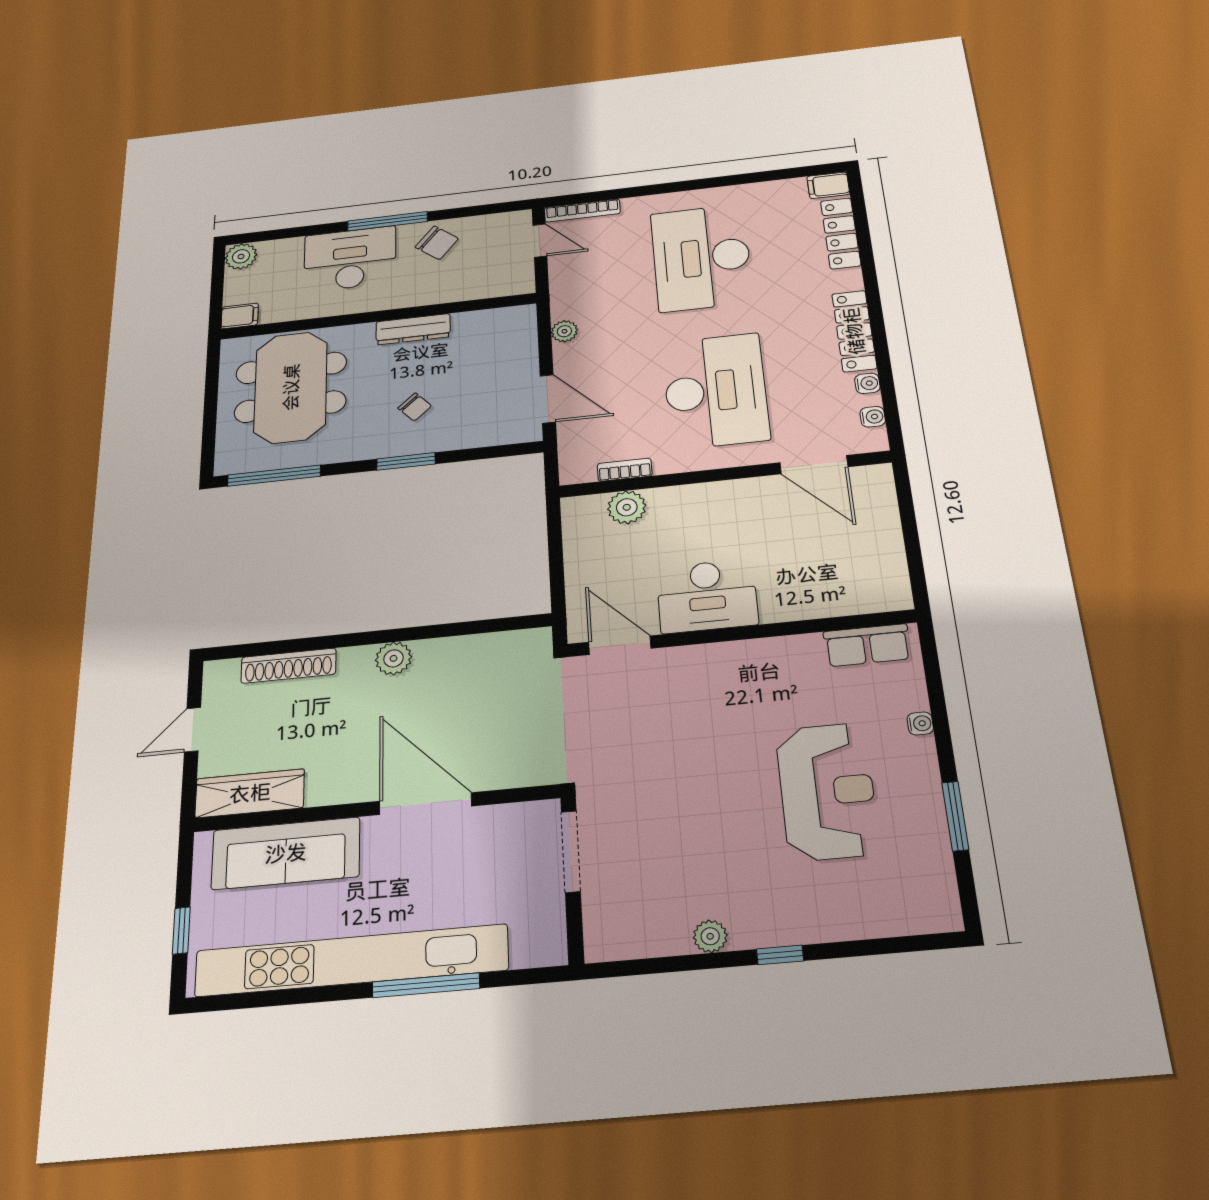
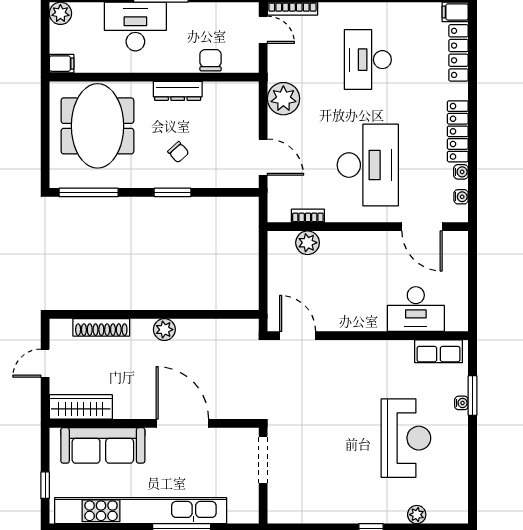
chair: (437, 243) -> (211, 60), moved, turned -129
desk: (701, 258) -> (368, 60), width x0.73, depth x0.77
plant: (564, 331) -> (283, 99), width x1.88, depth x1.88
desk: (707, 596) -> (416, 309), moved
window: (955, 816) -> (473, 396), moved
plant: (710, 936) -> (417, 515), moved

